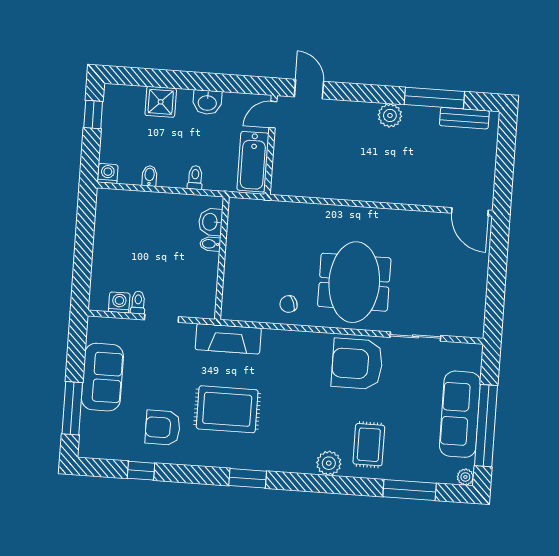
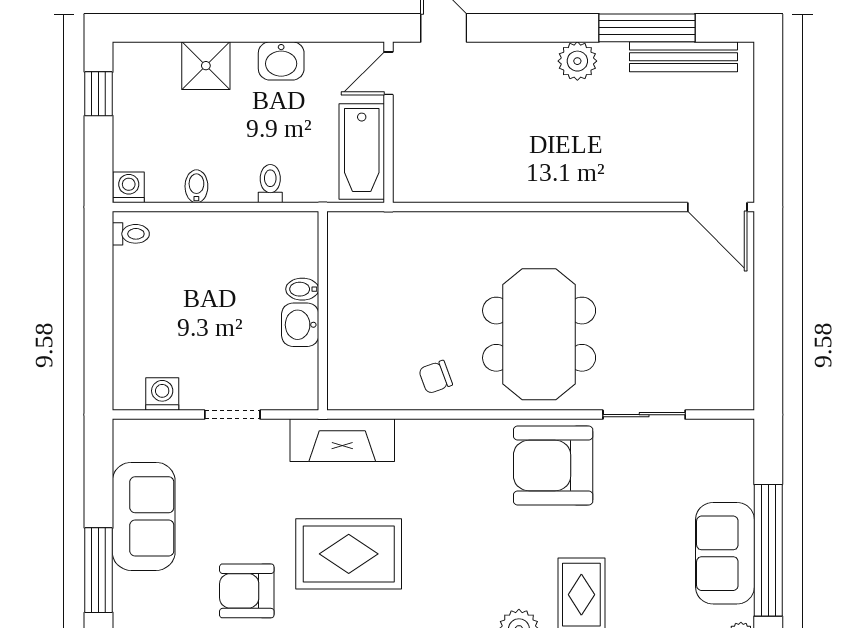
bench: (464, 118) -> (683, 57), width x1.36
washbasin: (210, 222) -> (300, 325), moved
toilet: (138, 303) -> (131, 234), moved, turned 90
sofa: (460, 414) -> (725, 553), width x0.73

